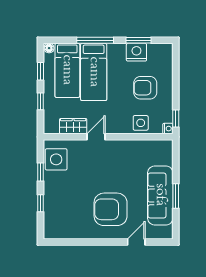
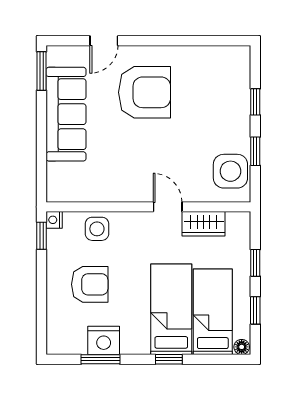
window: (95, 40) -> (169, 359), width x0.46
door: (96, 137) -> (168, 207), swing flipped
window: (176, 196) -> (42, 71), moved

